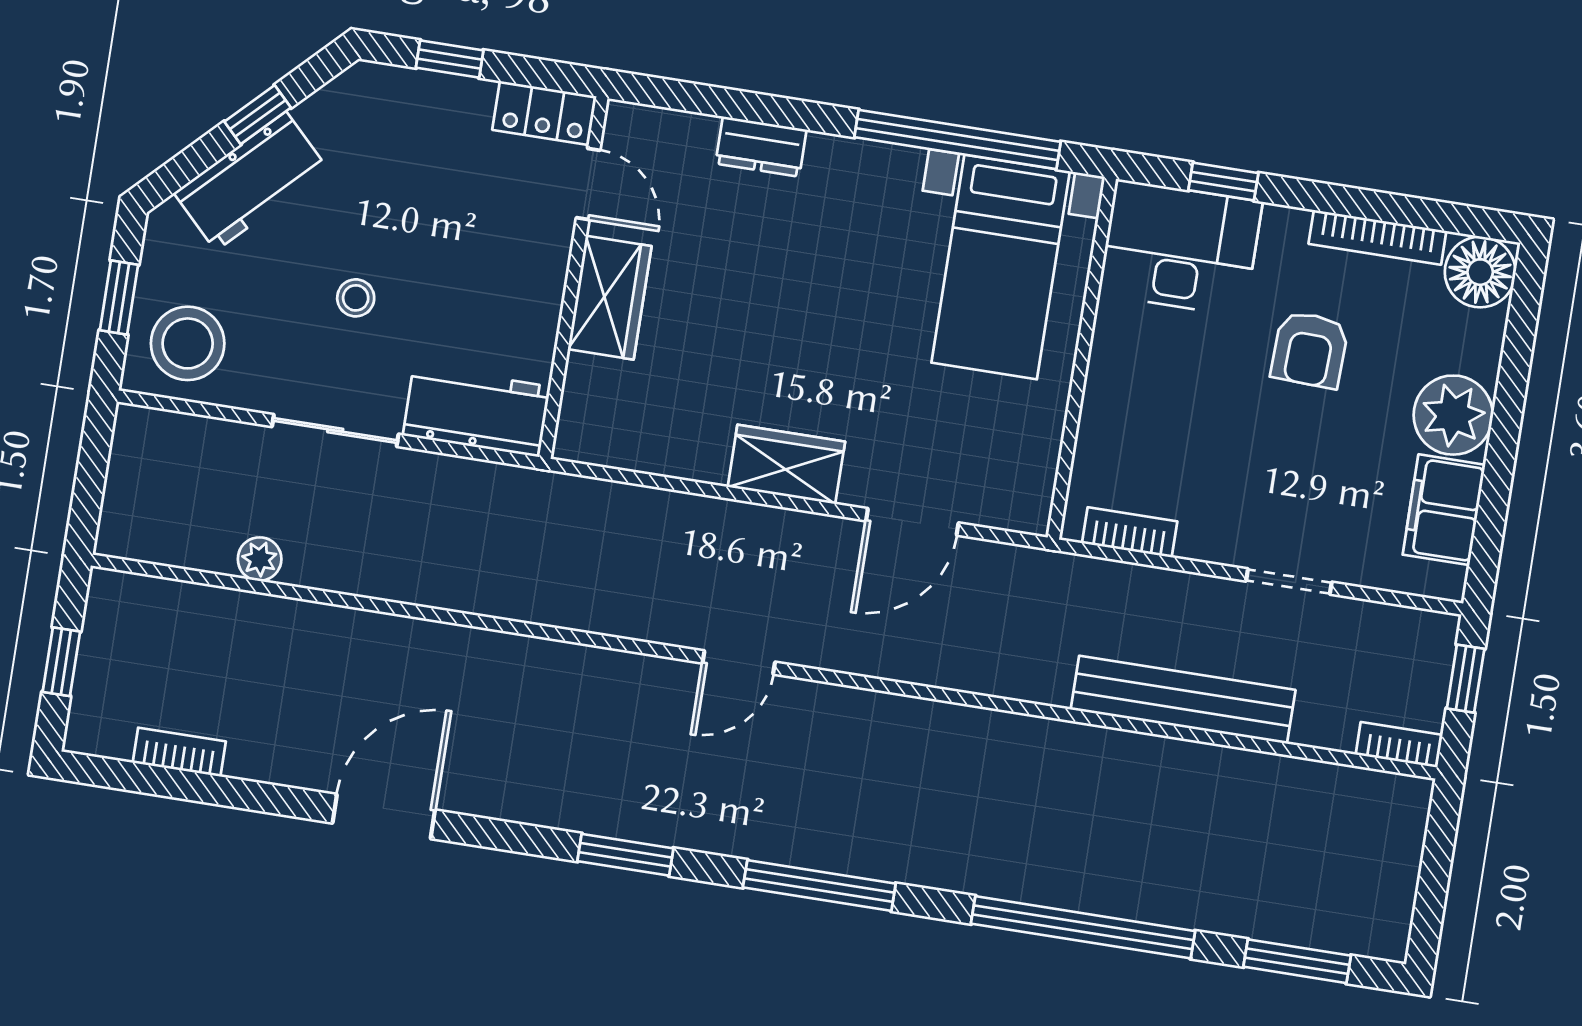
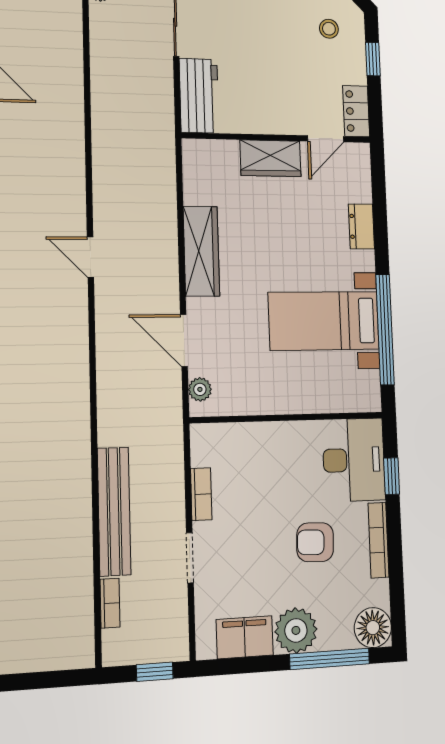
bookcase: (1377, 237) -> (378, 540), moved
bed with nightstands: (1001, 267) -> (324, 321), moved
stool: (356, 298) -> (329, 29), moved
window: (1516, 363) -> (330, 659), added
wardrobe: (786, 464) -> (201, 251), width x1.50
plant: (1003, 509) -> (200, 389), added
bookcase: (1130, 532) -> (201, 494), moved
bookcase: (1399, 745) -> (110, 603), moved

